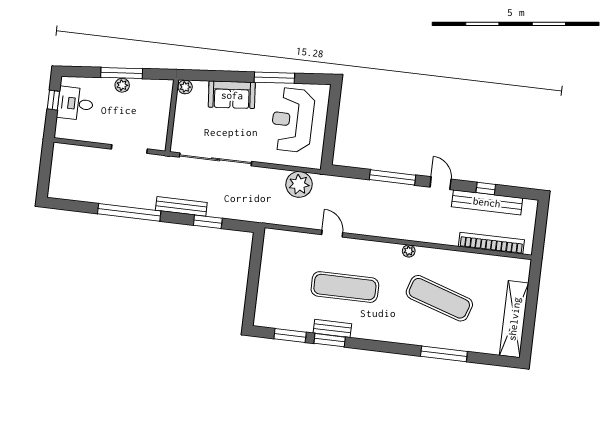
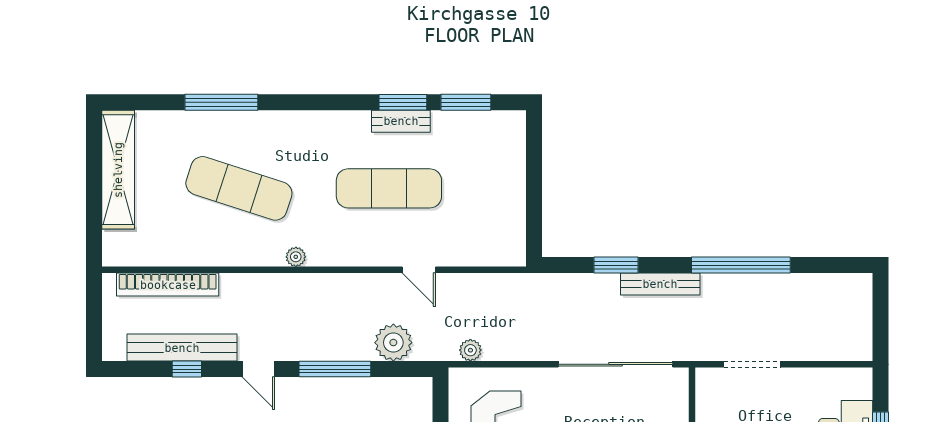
plant: (299, 184) -> (470, 350), width x0.53, depth x0.53
plant: (354, 190) -> (393, 343), added

